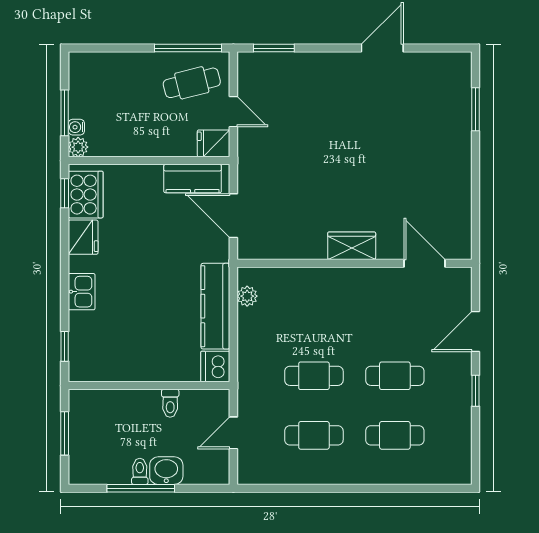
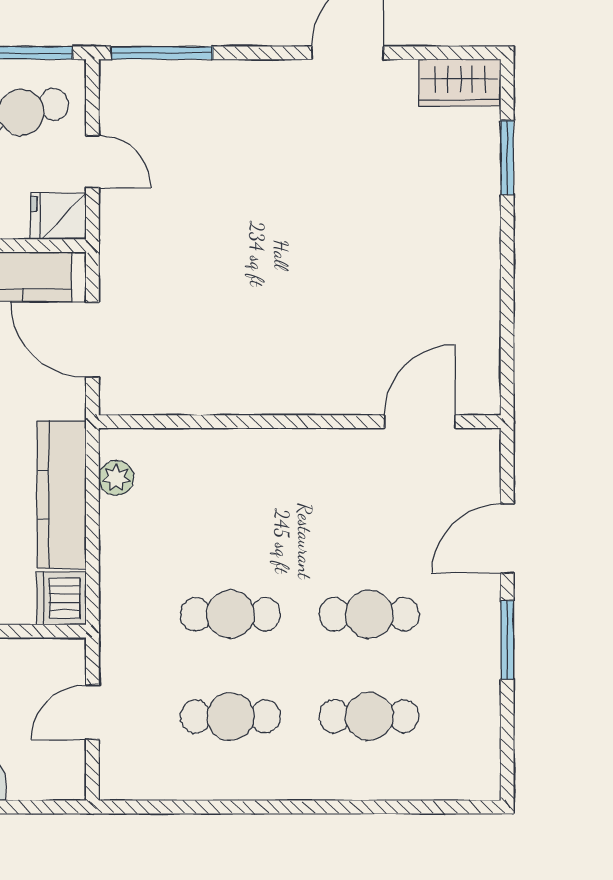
window: (274, 48) -> (162, 53), width x1.44
wardrobe: (352, 246) -> (460, 83), moved, turned 180
door: (424, 263) -> (420, 422), hinge flipped
window: (475, 391) -> (507, 640), width x1.50

